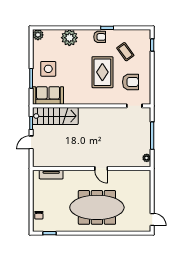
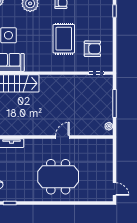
coffee table: (125, 52) -> (87, 18), removed
door: (101, 168) -> (62, 137), swing flipped
meeting table: (97, 207) -> (58, 177), width x0.73

